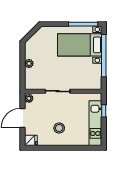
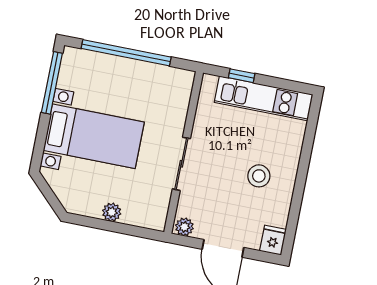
bed with nightstands: (80, 45) -> (94, 136), moved, turned -90

